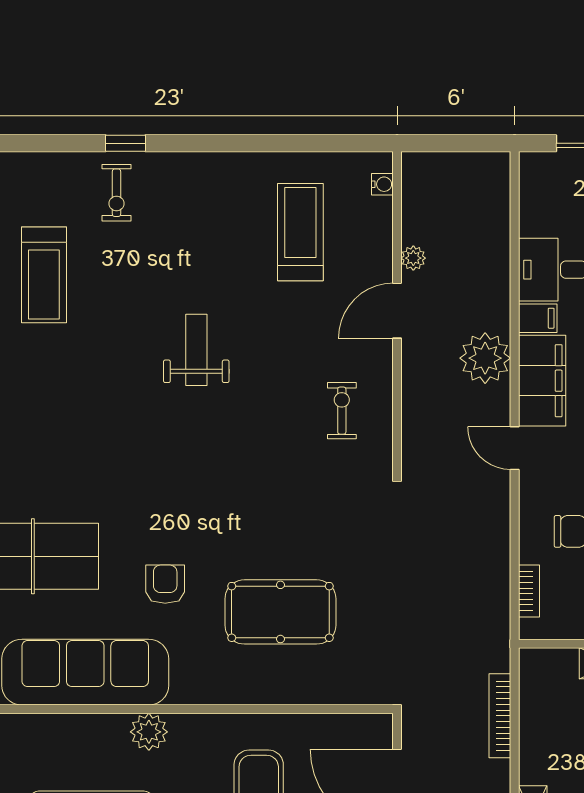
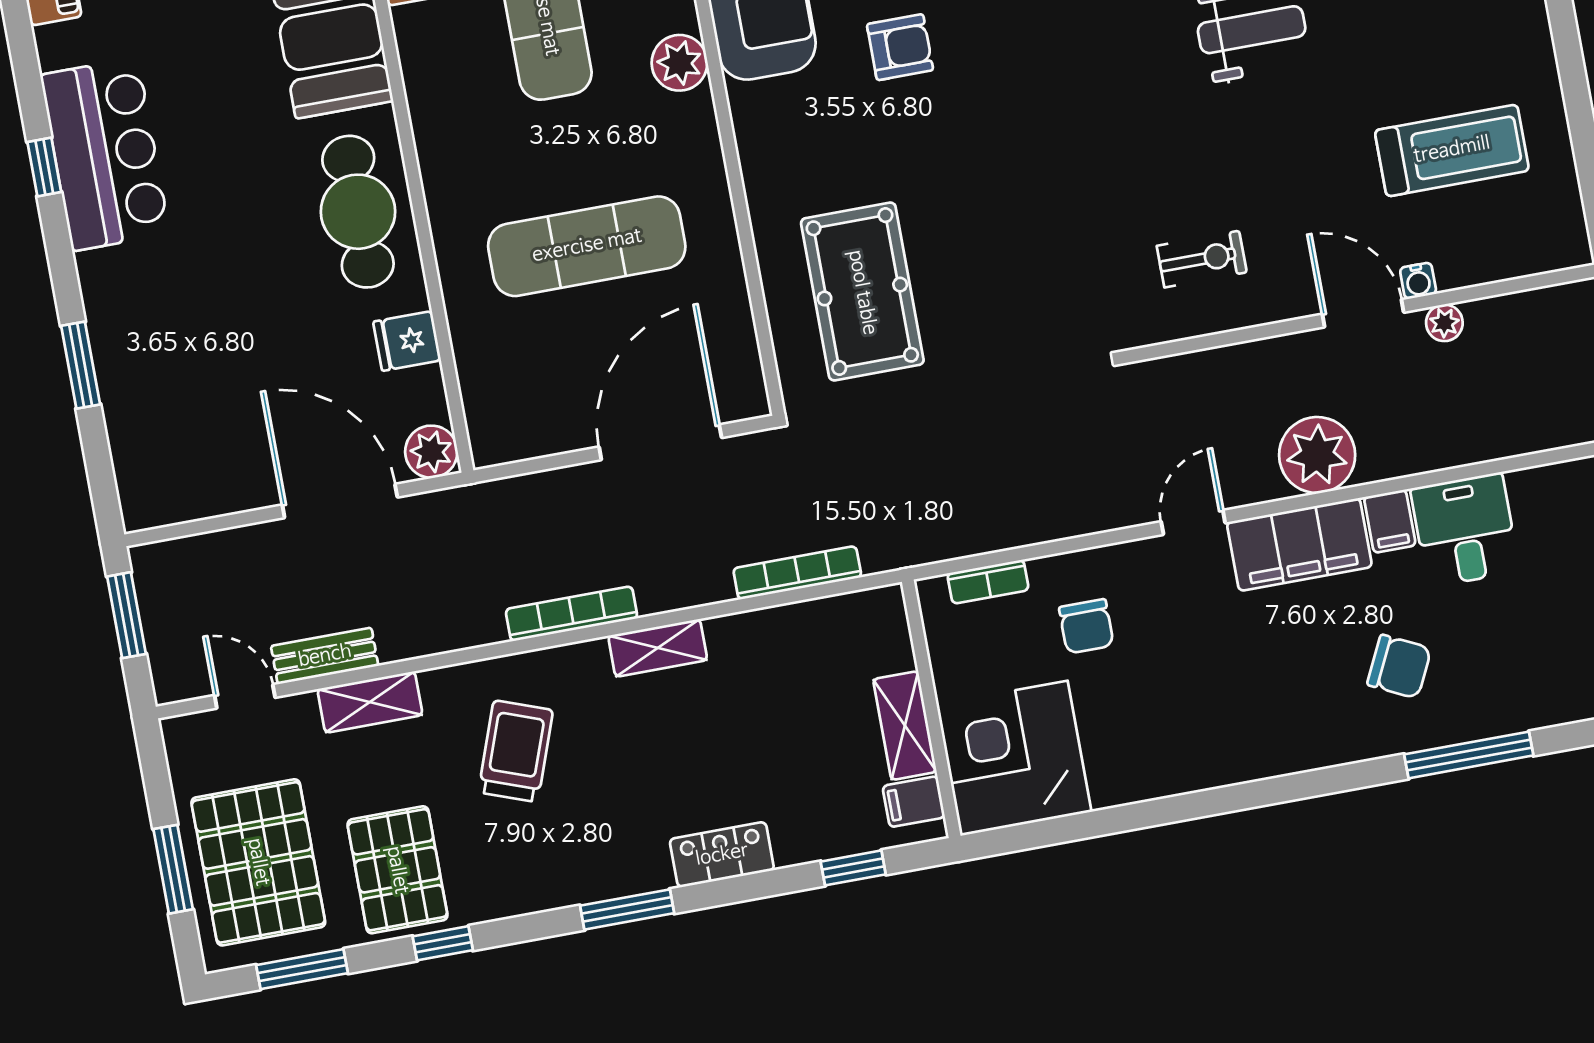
water cooler: (382, 184) -> (1418, 281), moved
pool table: (280, 612) -> (862, 292), moved

